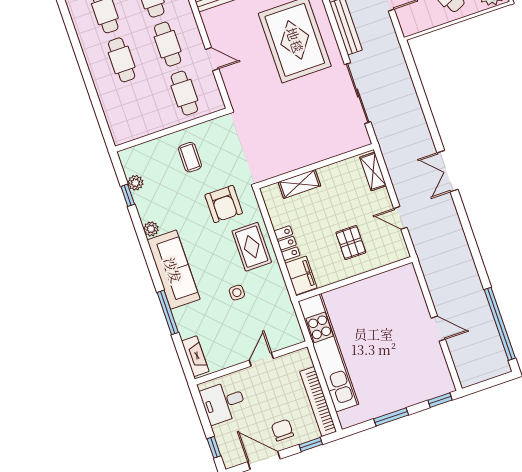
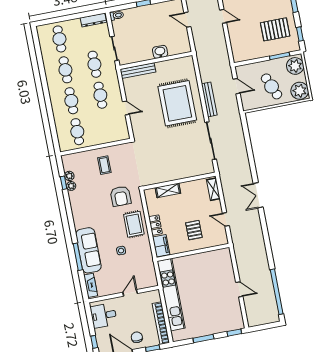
cafe table: (184, 93) -> (77, 132), moved
plant: (151, 229) -> (71, 186), moved
sofa: (173, 270) -> (88, 250), moved

